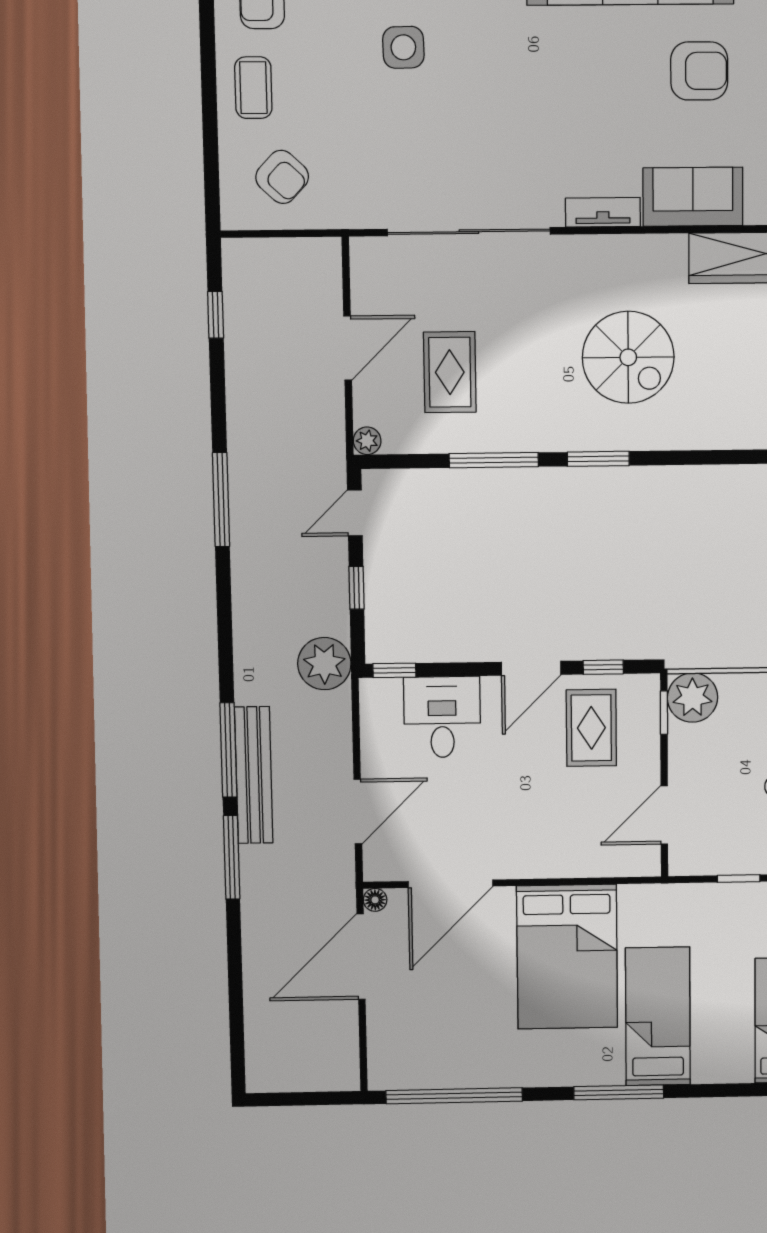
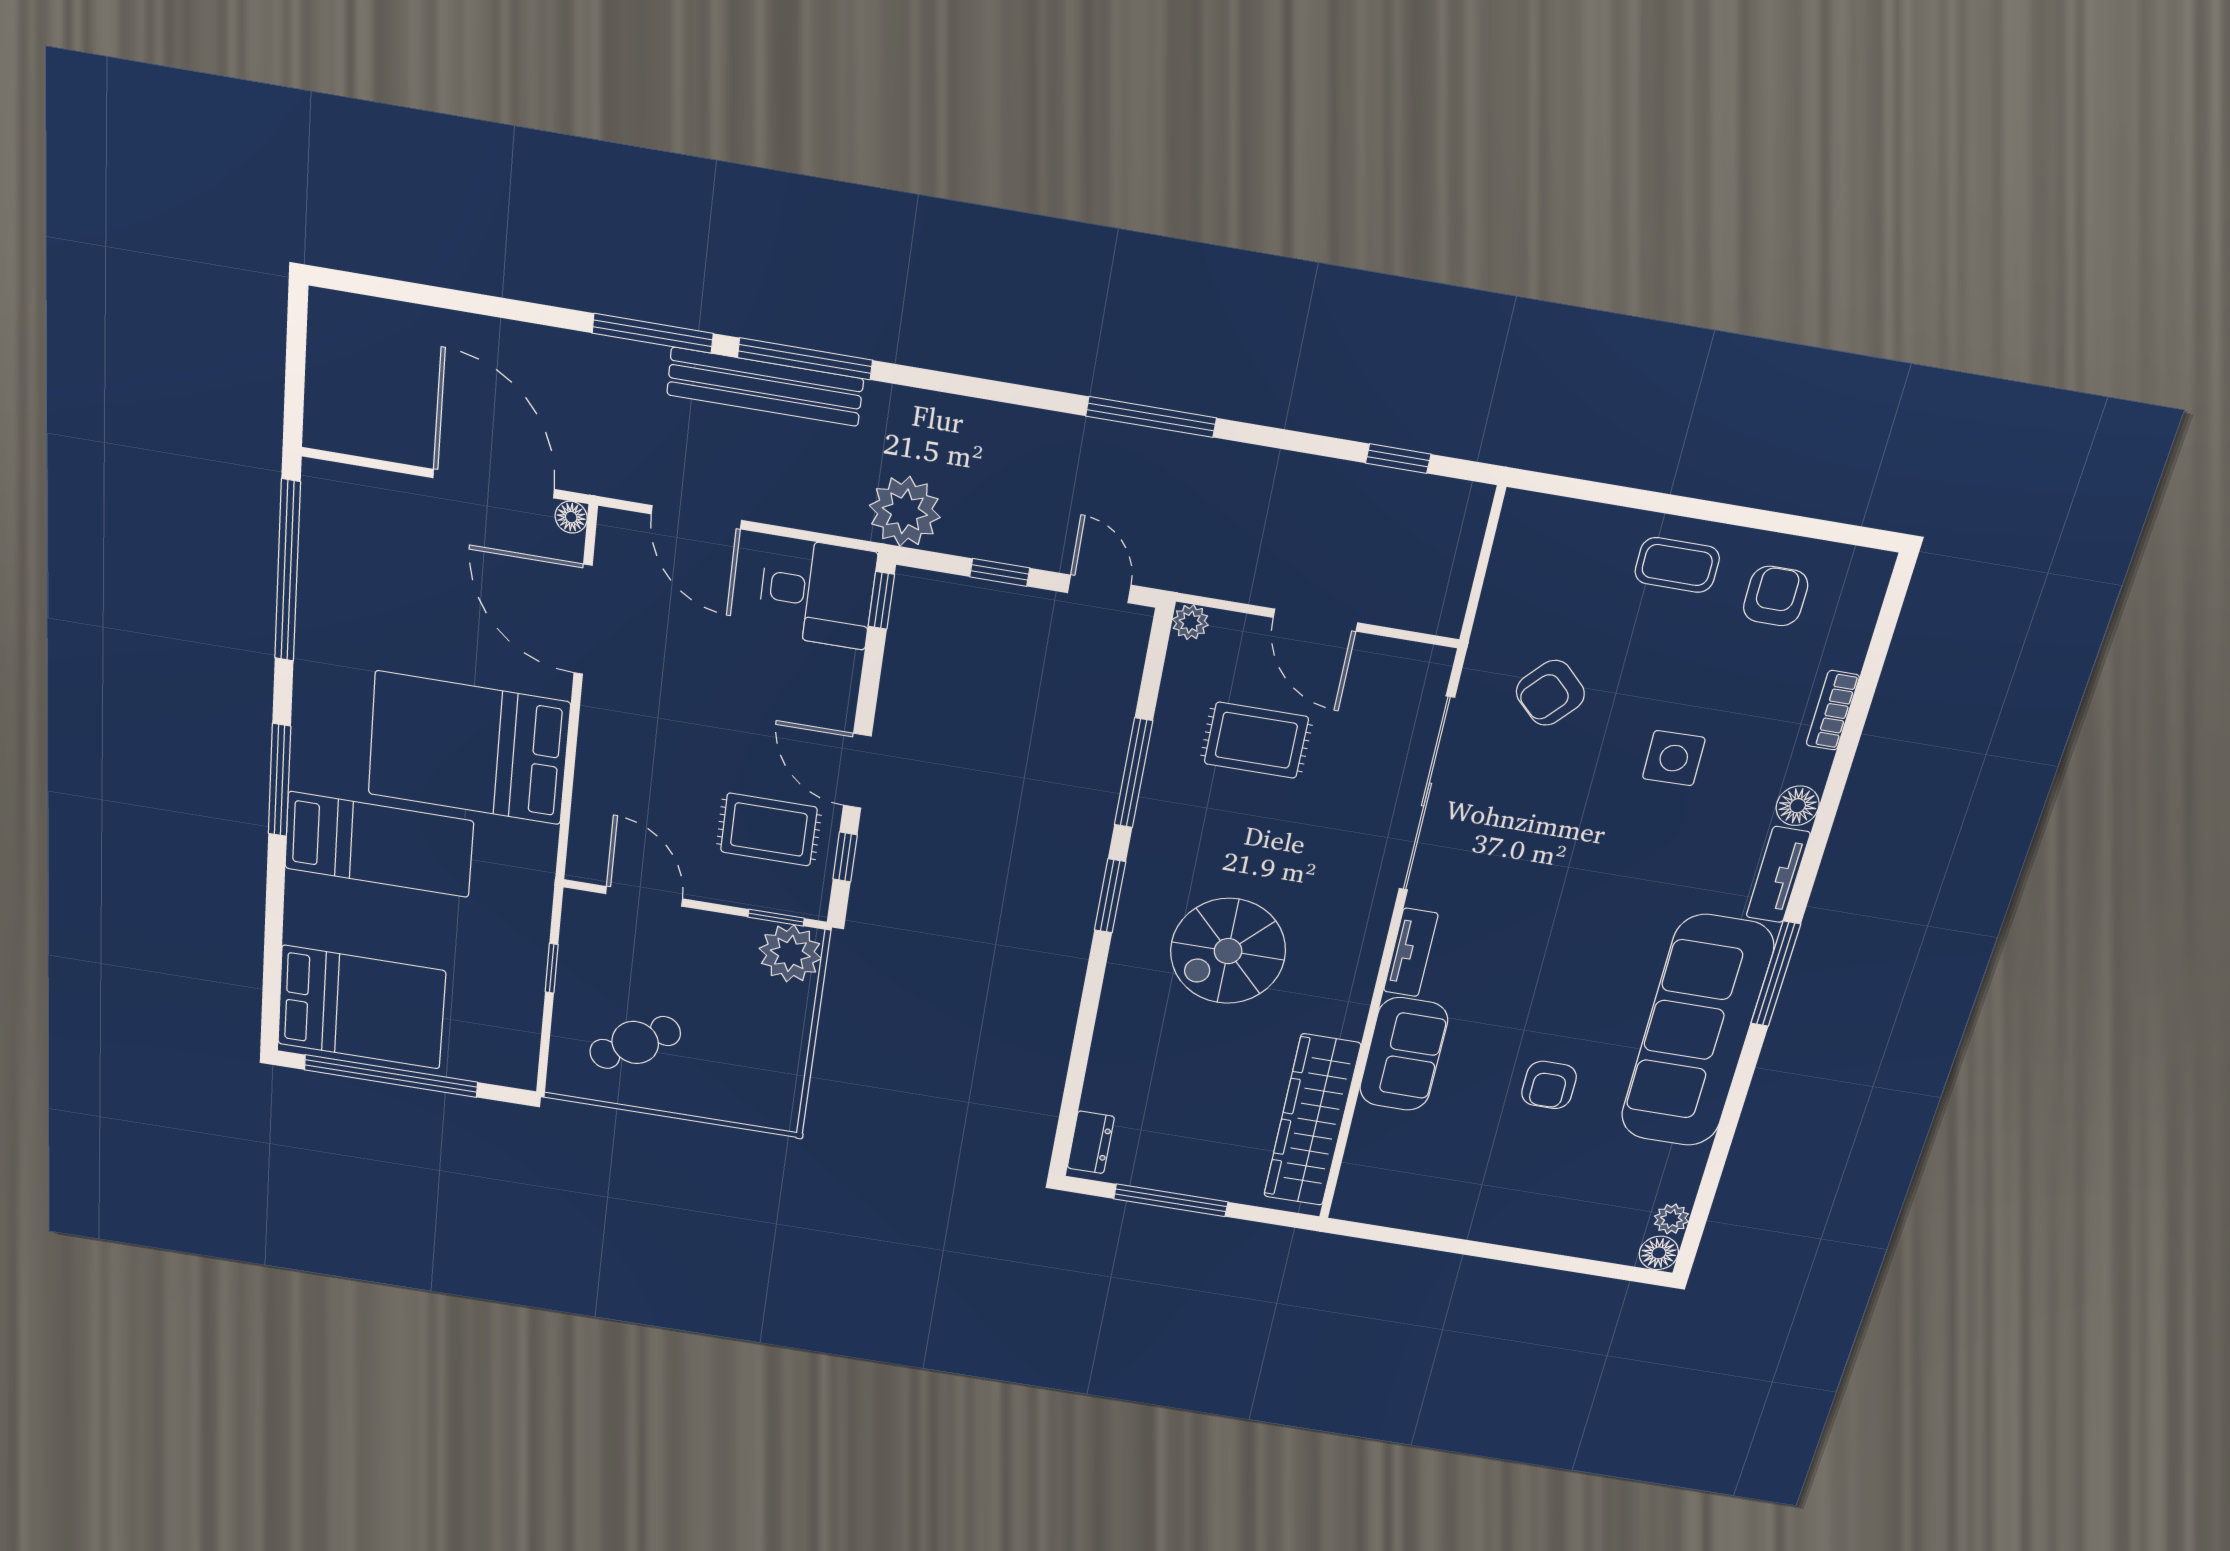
armchair: (699, 71) -> (1549, 1085), width x0.72, depth x0.72
armchair: (282, 177) -> (1550, 693), moved
desk: (442, 717) -> (817, 593), moved

